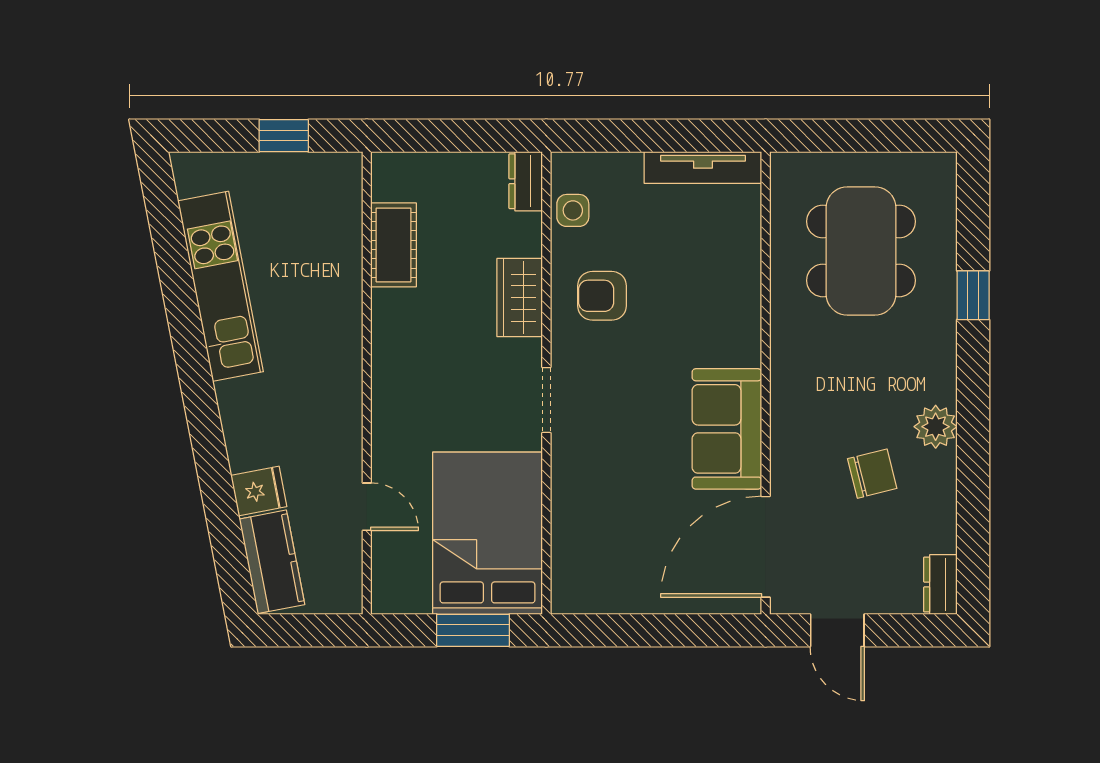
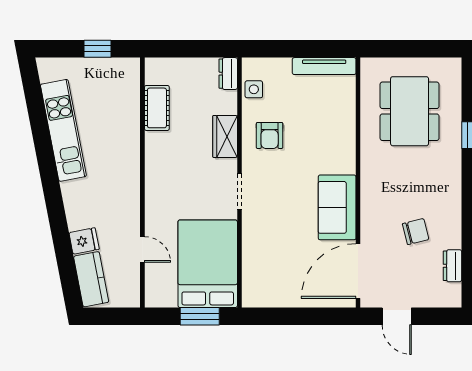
armchair: (602, 296) -> (270, 135), turned -90
plant: (936, 427) -> (450, 206), removed
dresser: (940, 584) -> (452, 266), moved

